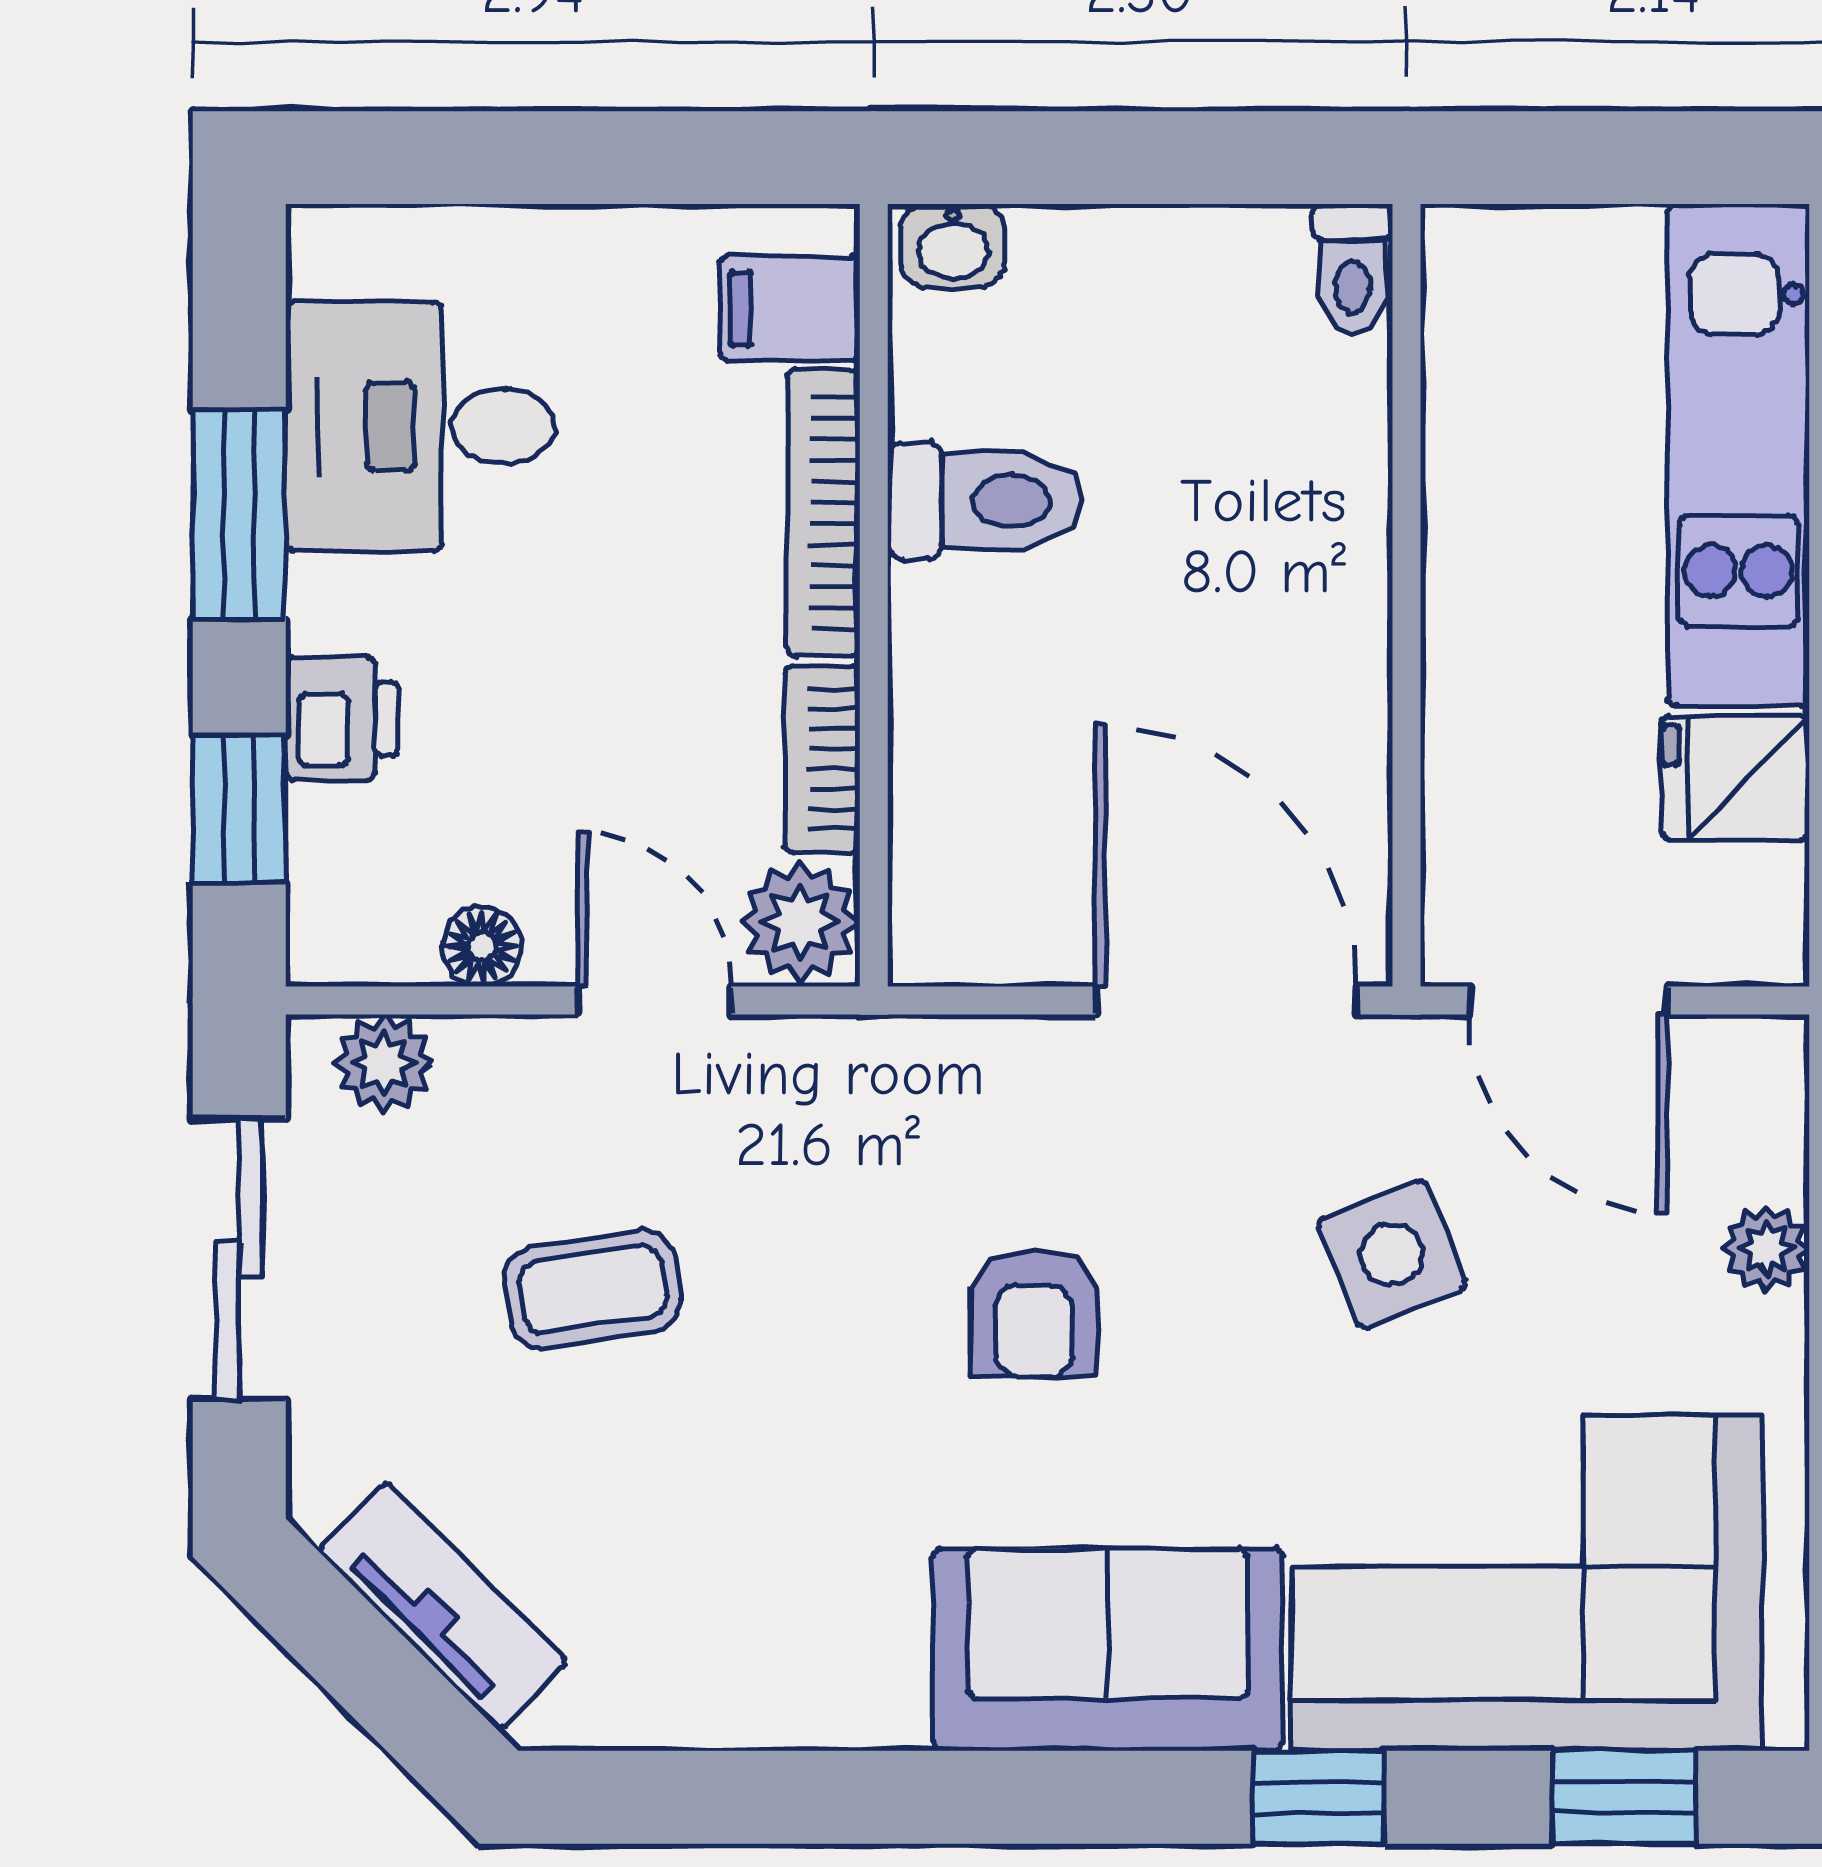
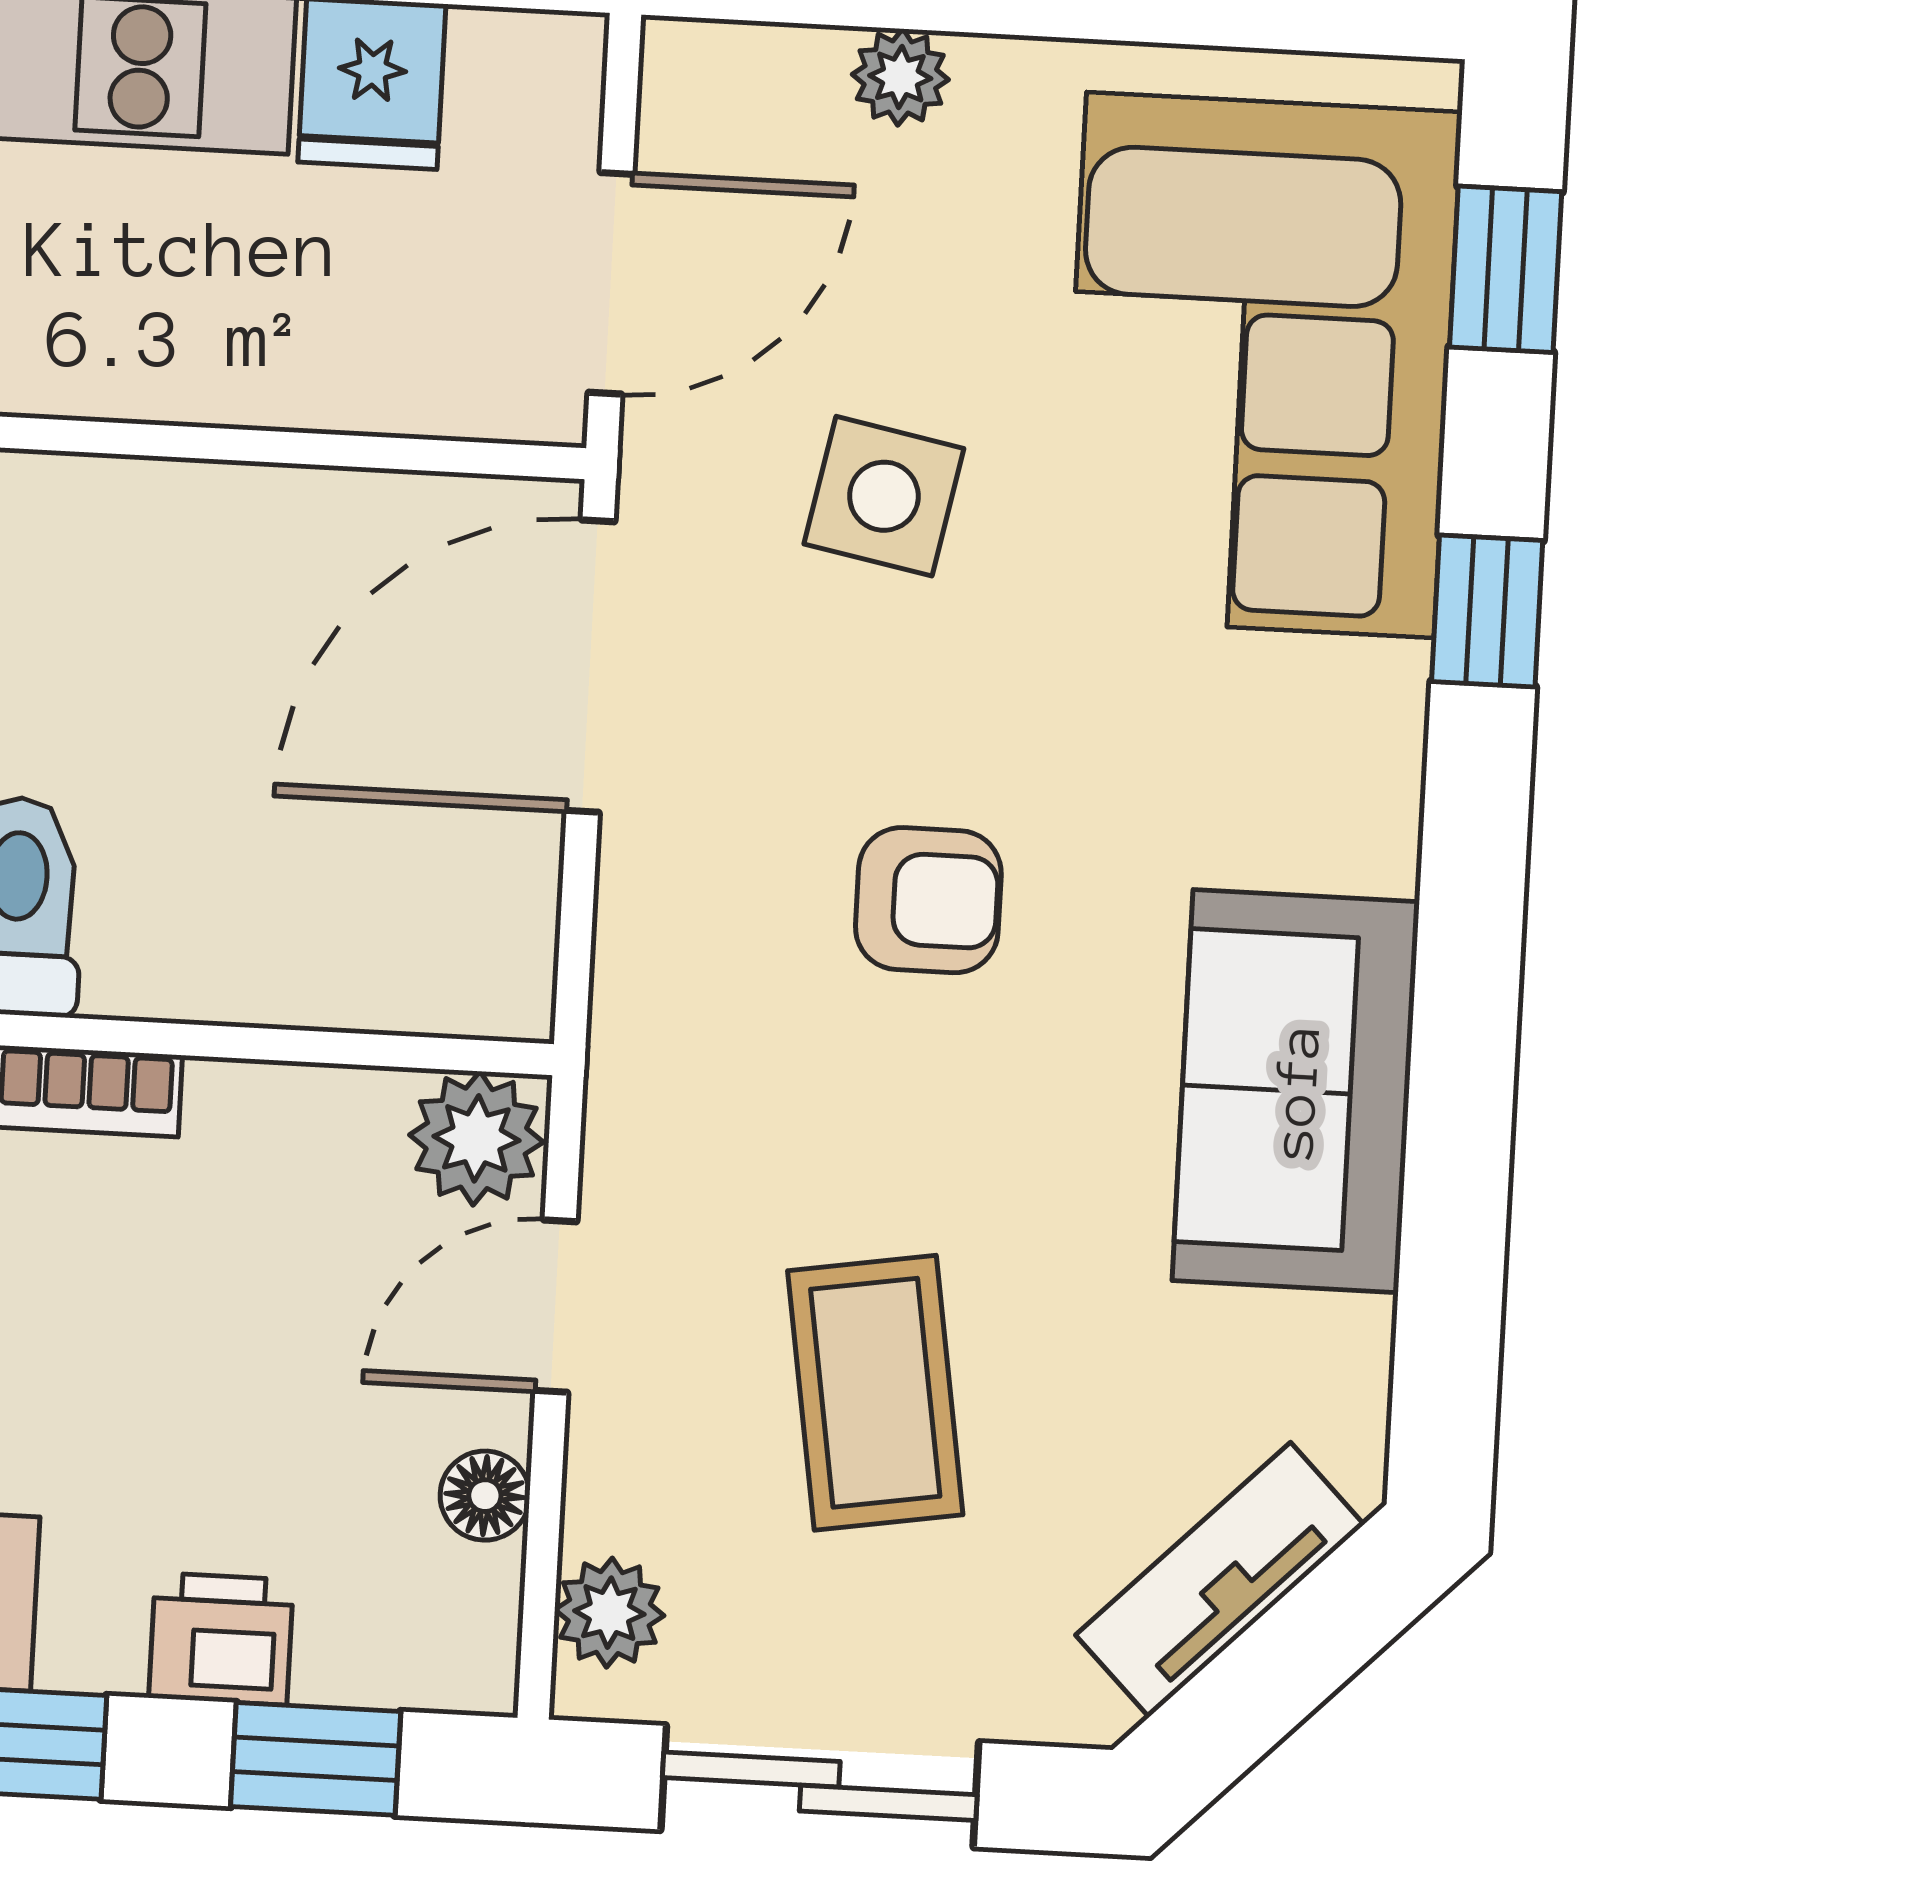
bookcase: (822, 759) -> (295, 1103), removed
side table: (1392, 1254) -> (884, 496), turned 33
coffee table: (593, 1290) -> (875, 1393), width x1.36, depth x1.30
sofa: (1108, 1650) -> (1296, 1091), moved

